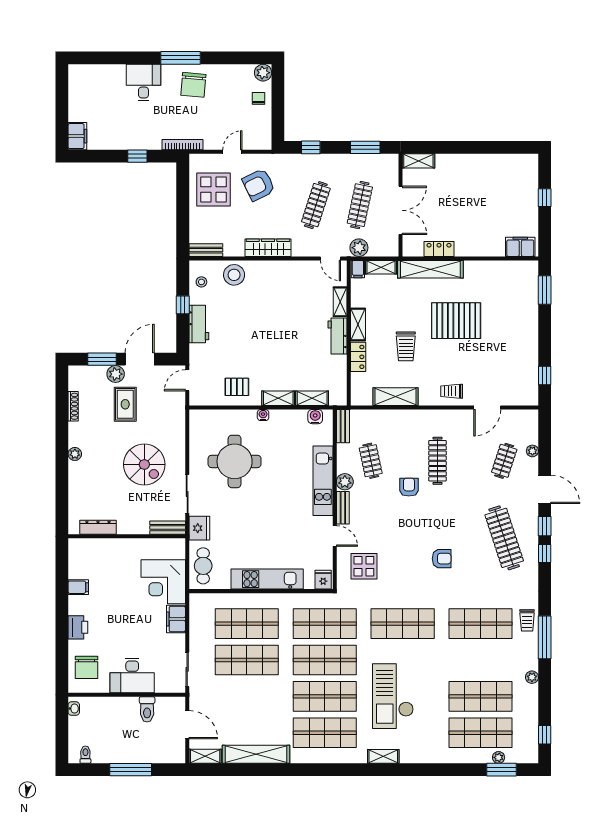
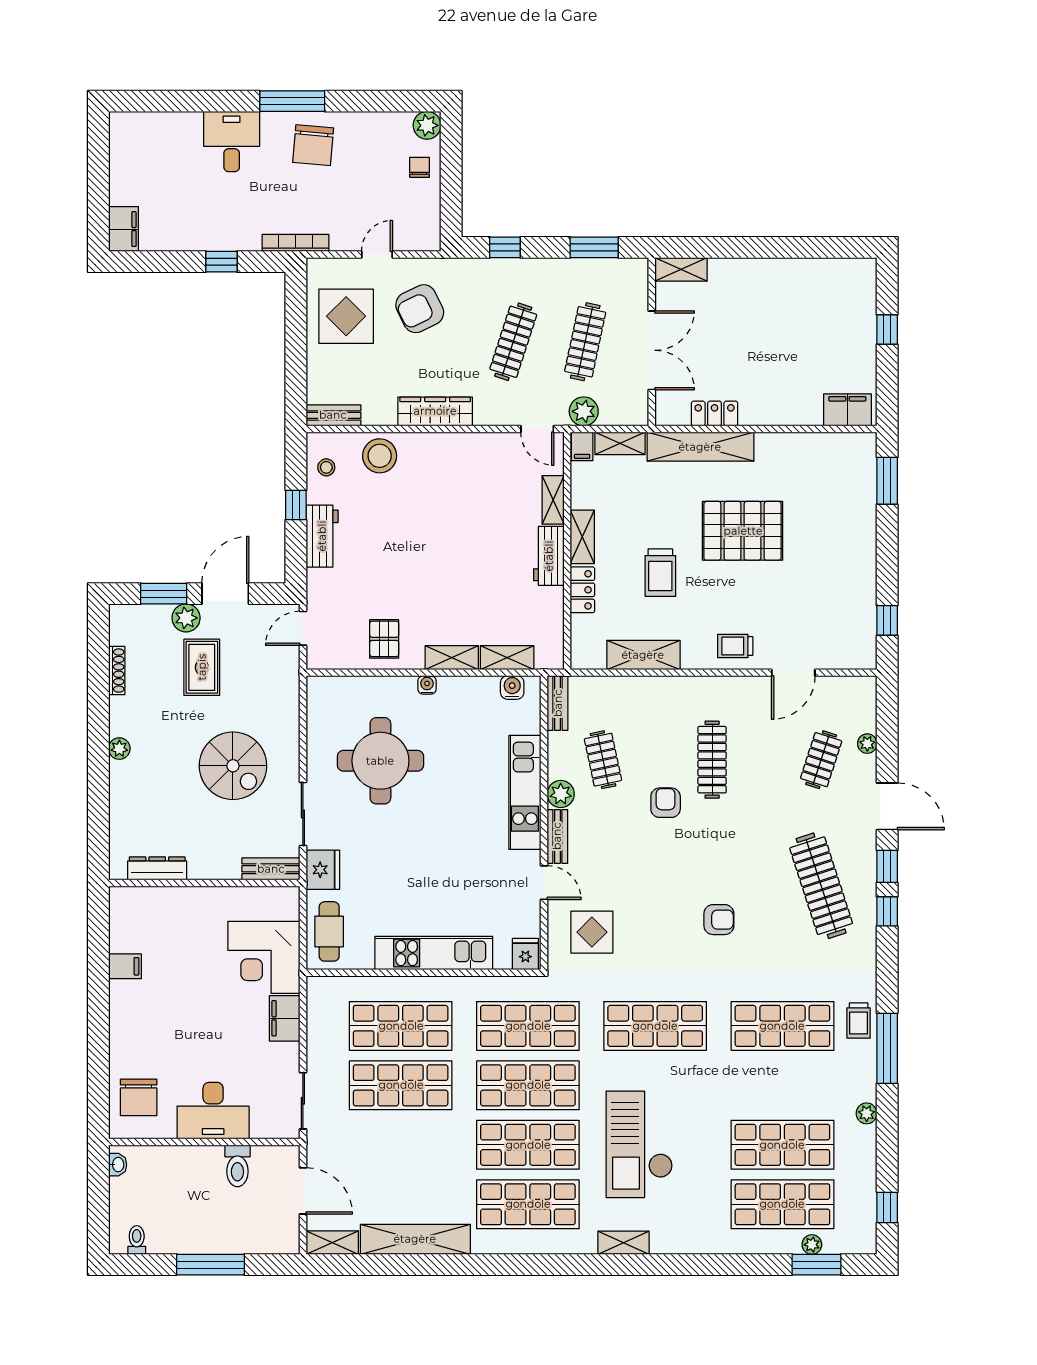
pallet: (237, 387) -> (384, 639), turned 90
printer: (78, 627) -> (124, 1032), removed

